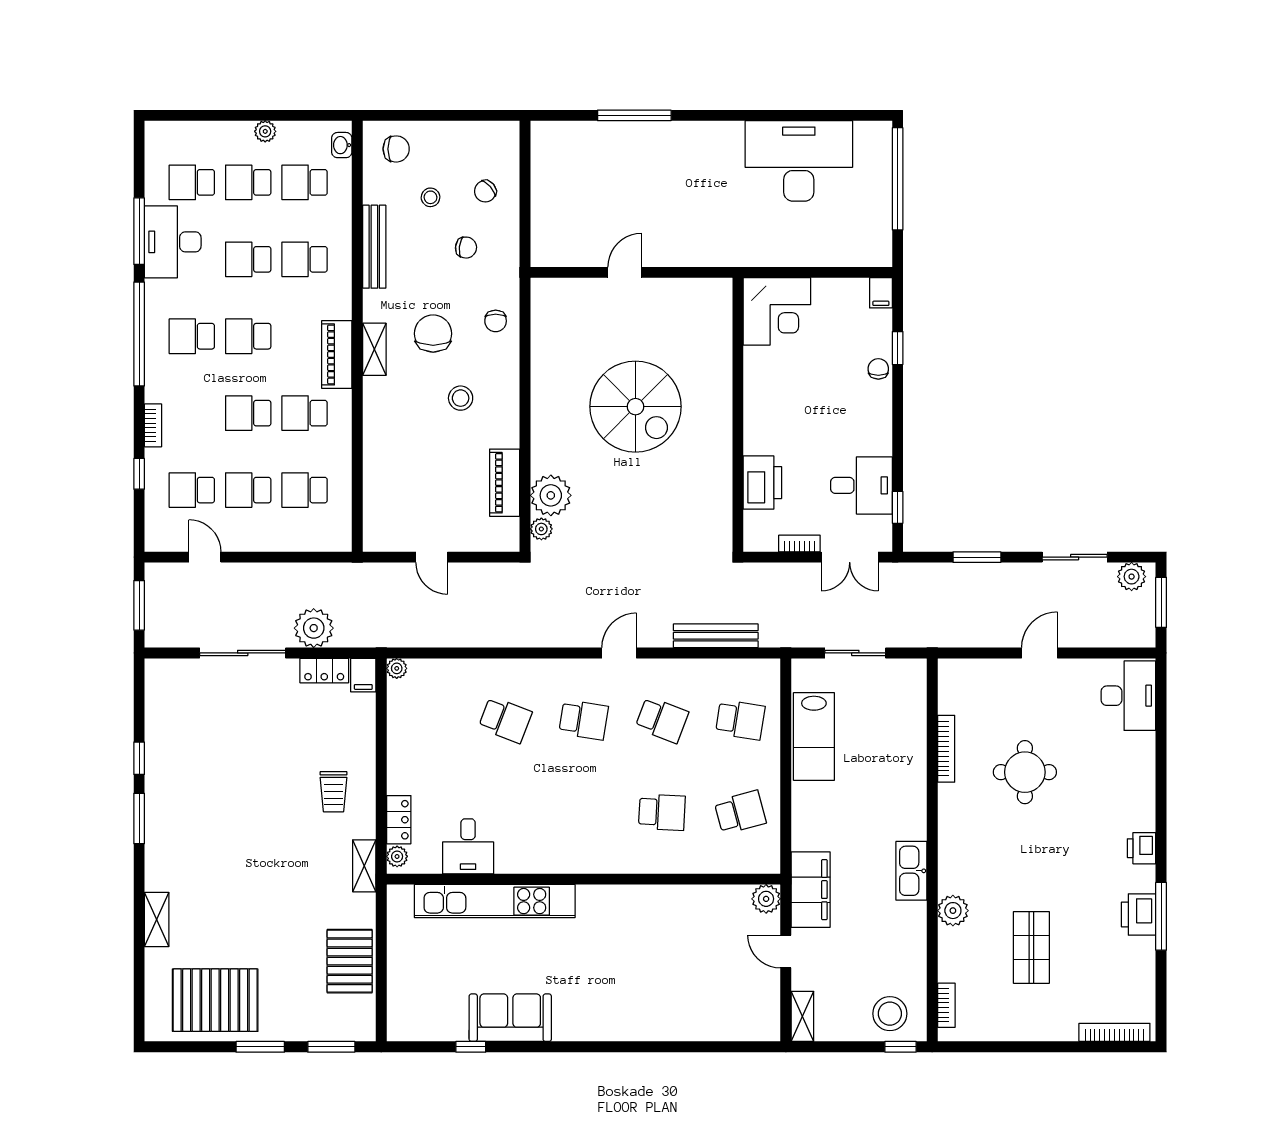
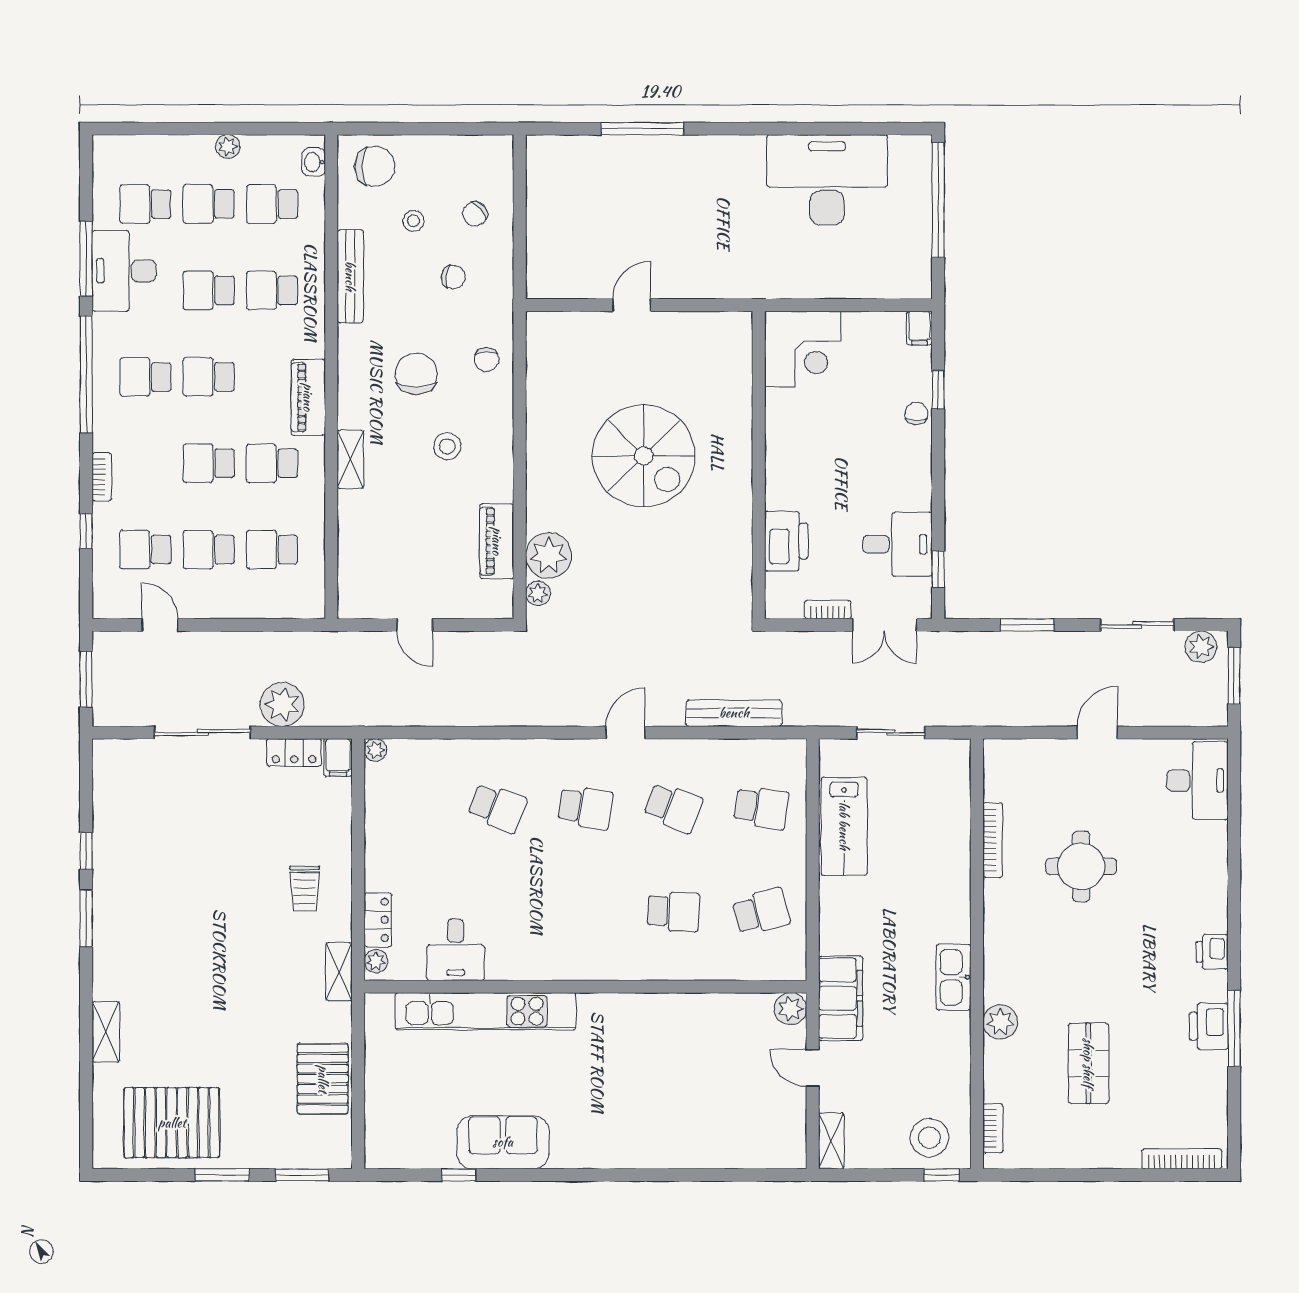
chair: (396, 149) -> (375, 166), width x1.37, depth x1.37
shelving: (374, 349) -> (350, 459), moved

